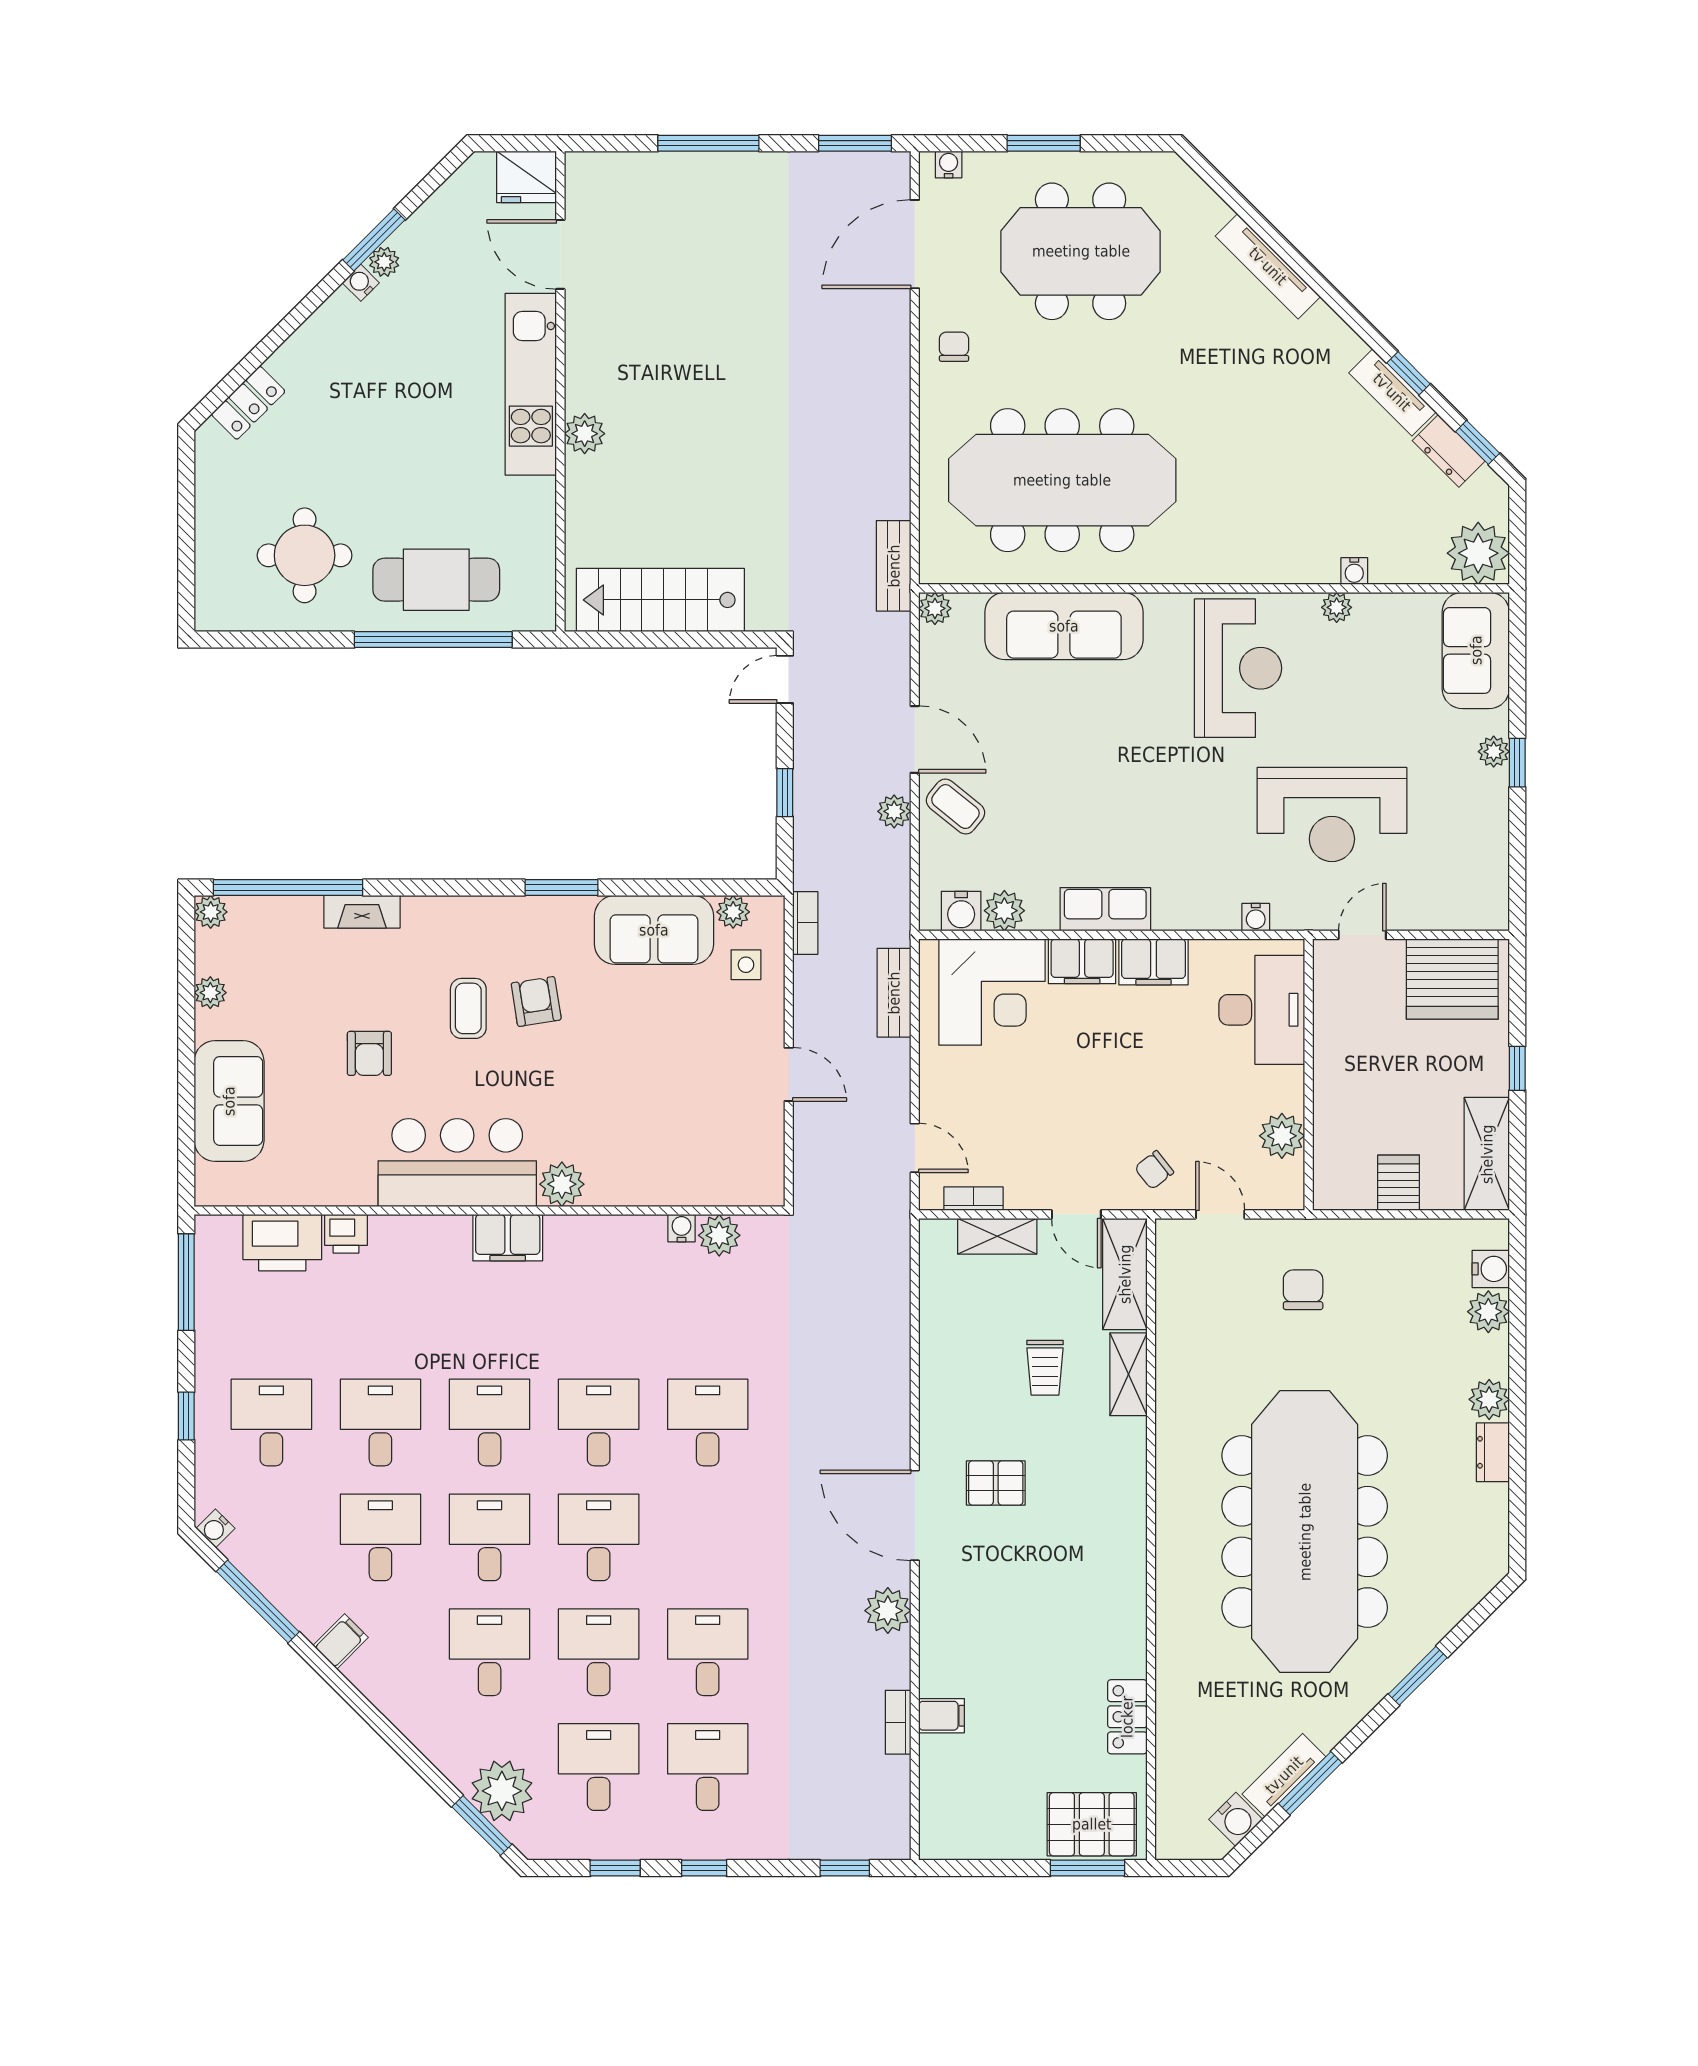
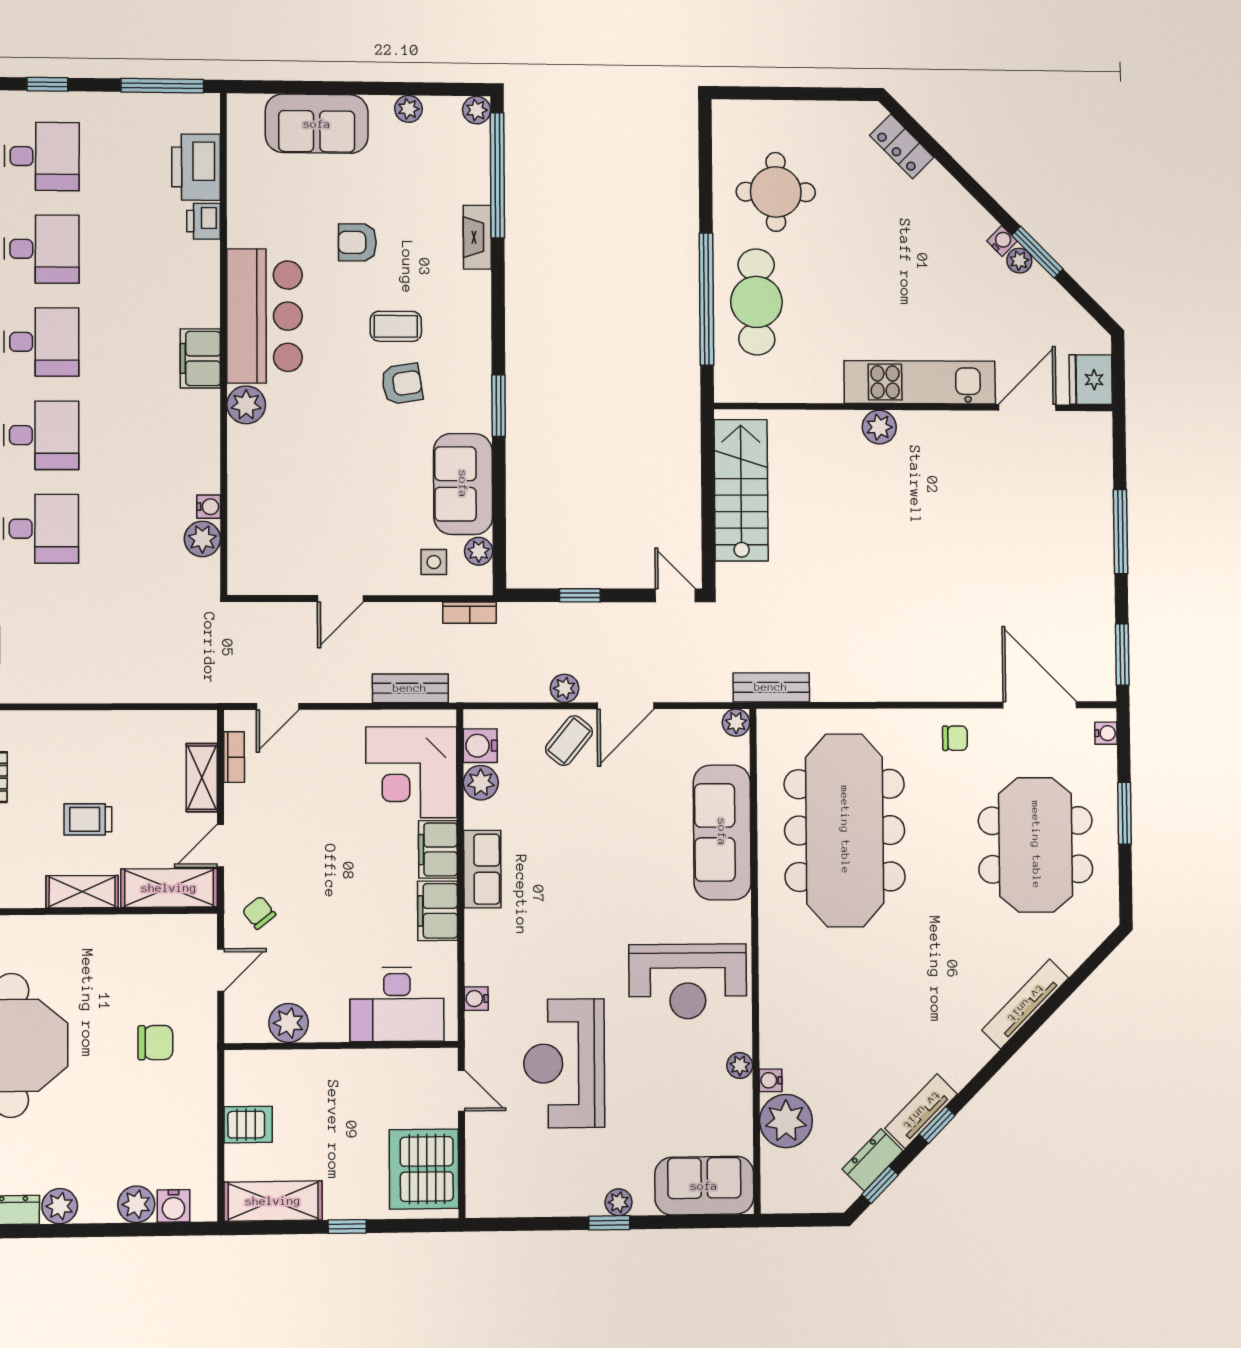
plant: (1478, 553) -> (786, 1121), moved

